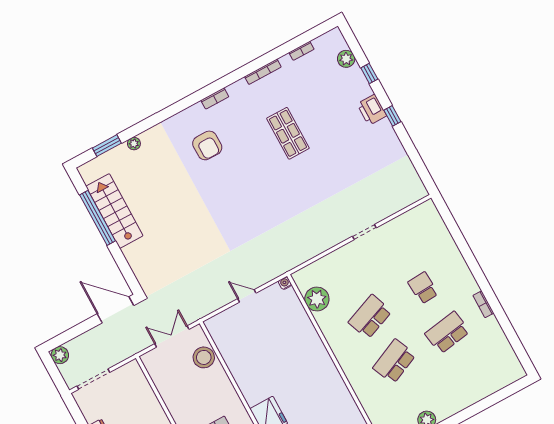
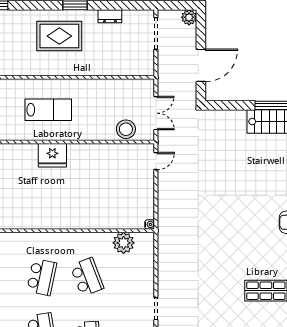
door: (247, 296) -> (156, 161), moved
door: (116, 310) -> (201, 65), moved
school desk: (394, 361) -> (42, 277), turned 36

